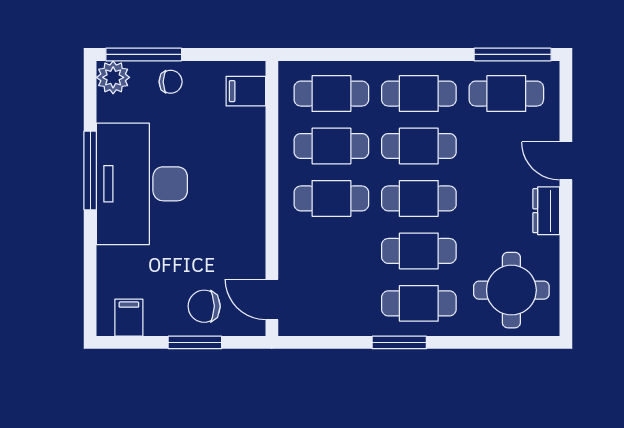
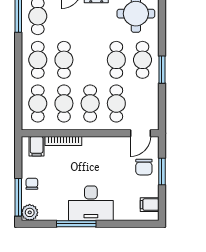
bookcase: (256, 145) -> (63, 141), added
desk: (142, 184) -> (91, 203), width x0.73, depth x0.77
cafe table: (419, 198) -> (116, 103), moved

